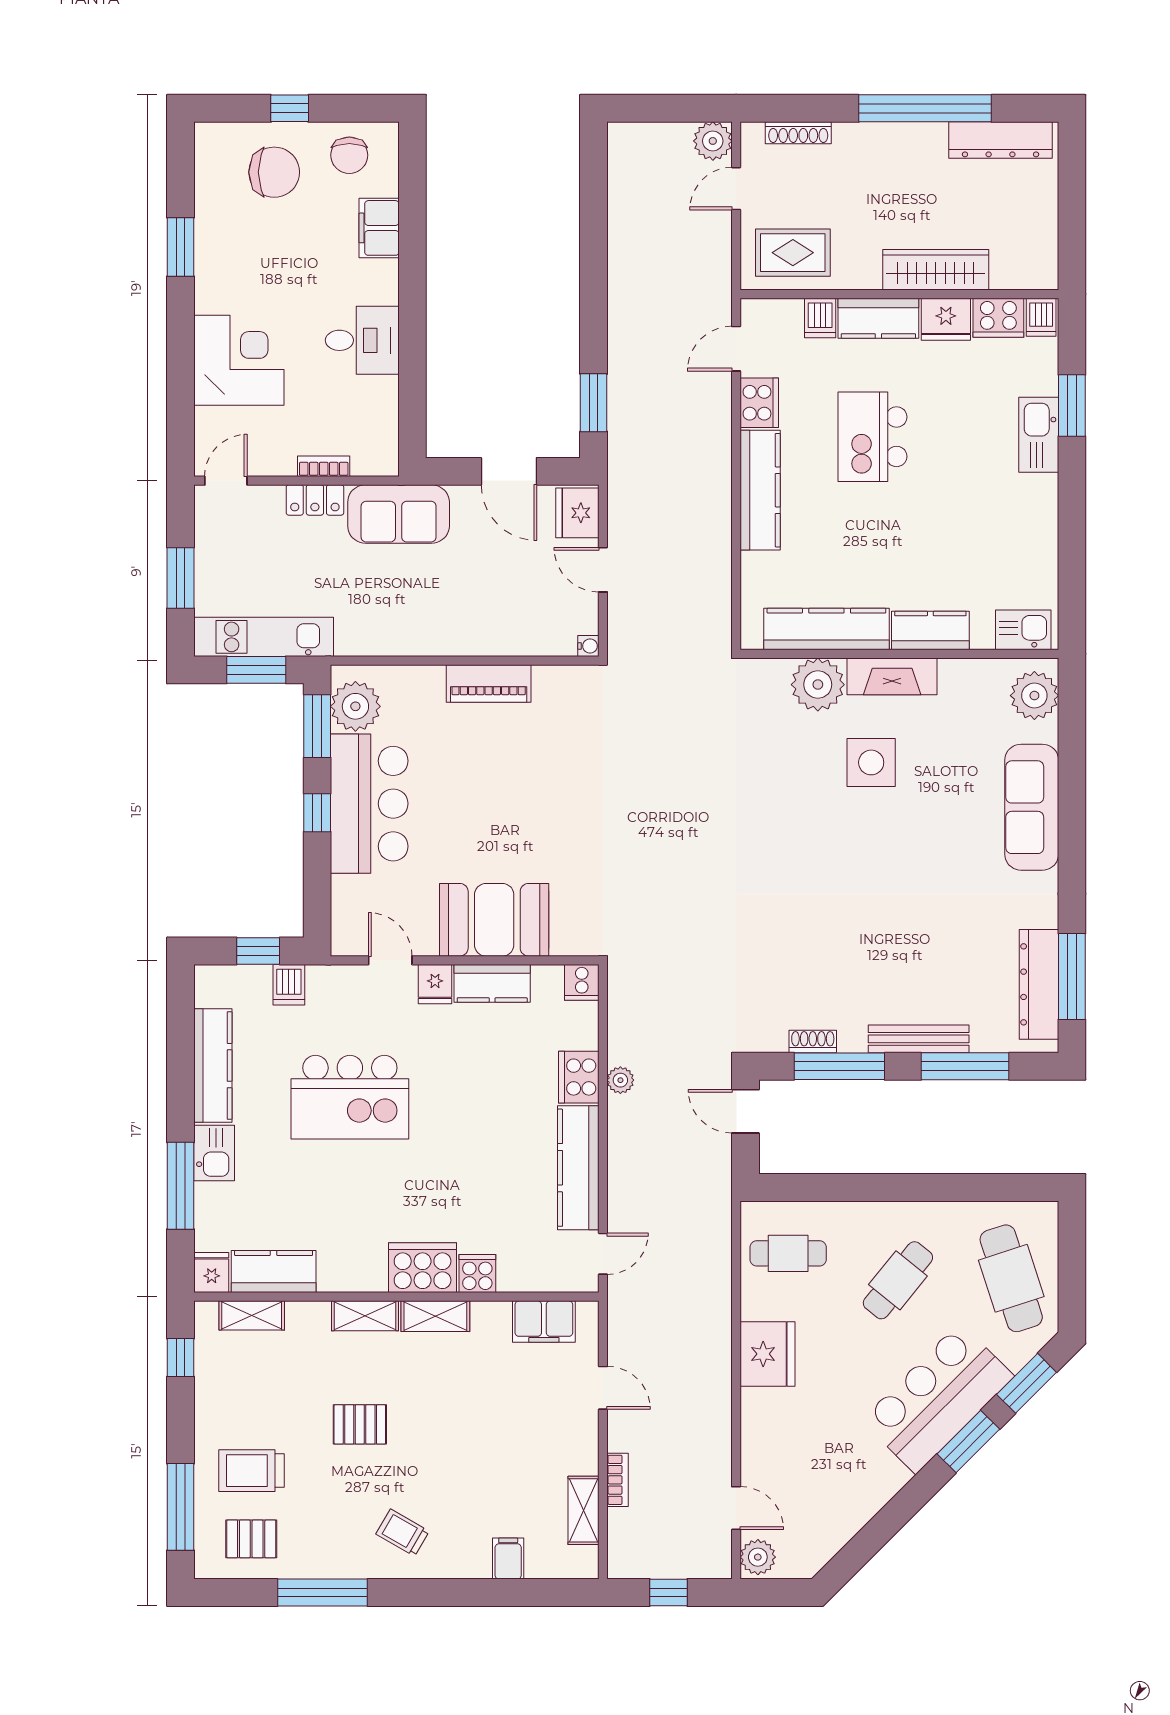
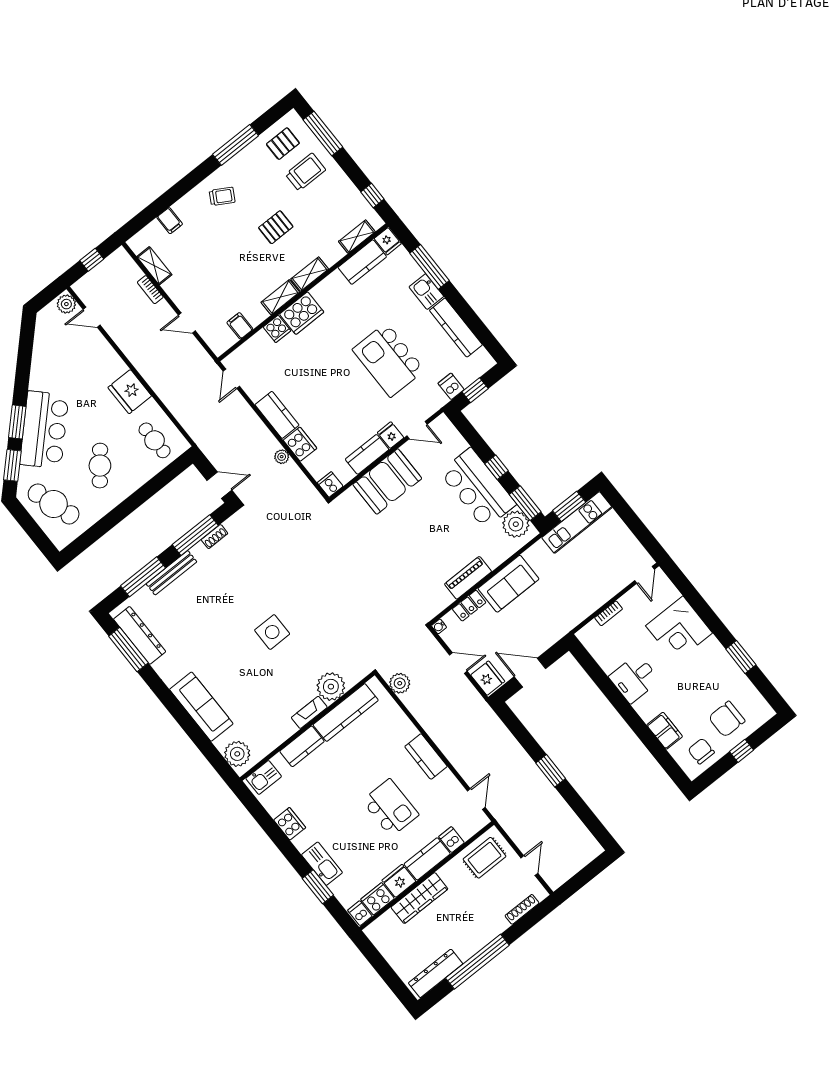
plant: (713, 141) -> (400, 683), moved
window: (594, 403) -> (551, 771), moved
cooker: (759, 403) -> (290, 824), moved, turned 180
kitchen counter: (760, 490) -> (426, 756), width x0.67
locker: (315, 500) -> (469, 606), moved, turned 180
sofa: (399, 514) -> (509, 584), moved, turned 180
window: (181, 578) -> (631, 519), removed
fireplace: (892, 676) -> (309, 712), width x0.73, depth x0.76
side table: (871, 762) -> (272, 632), moved
kitchen island: (350, 1097) -> (388, 360), turned -90
kitchen counter: (578, 1168) -> (277, 415), width x0.67
cafe table: (788, 1253) -> (155, 440), turned 90
filing cabinet: (544, 1322) -> (240, 326), width x0.50

